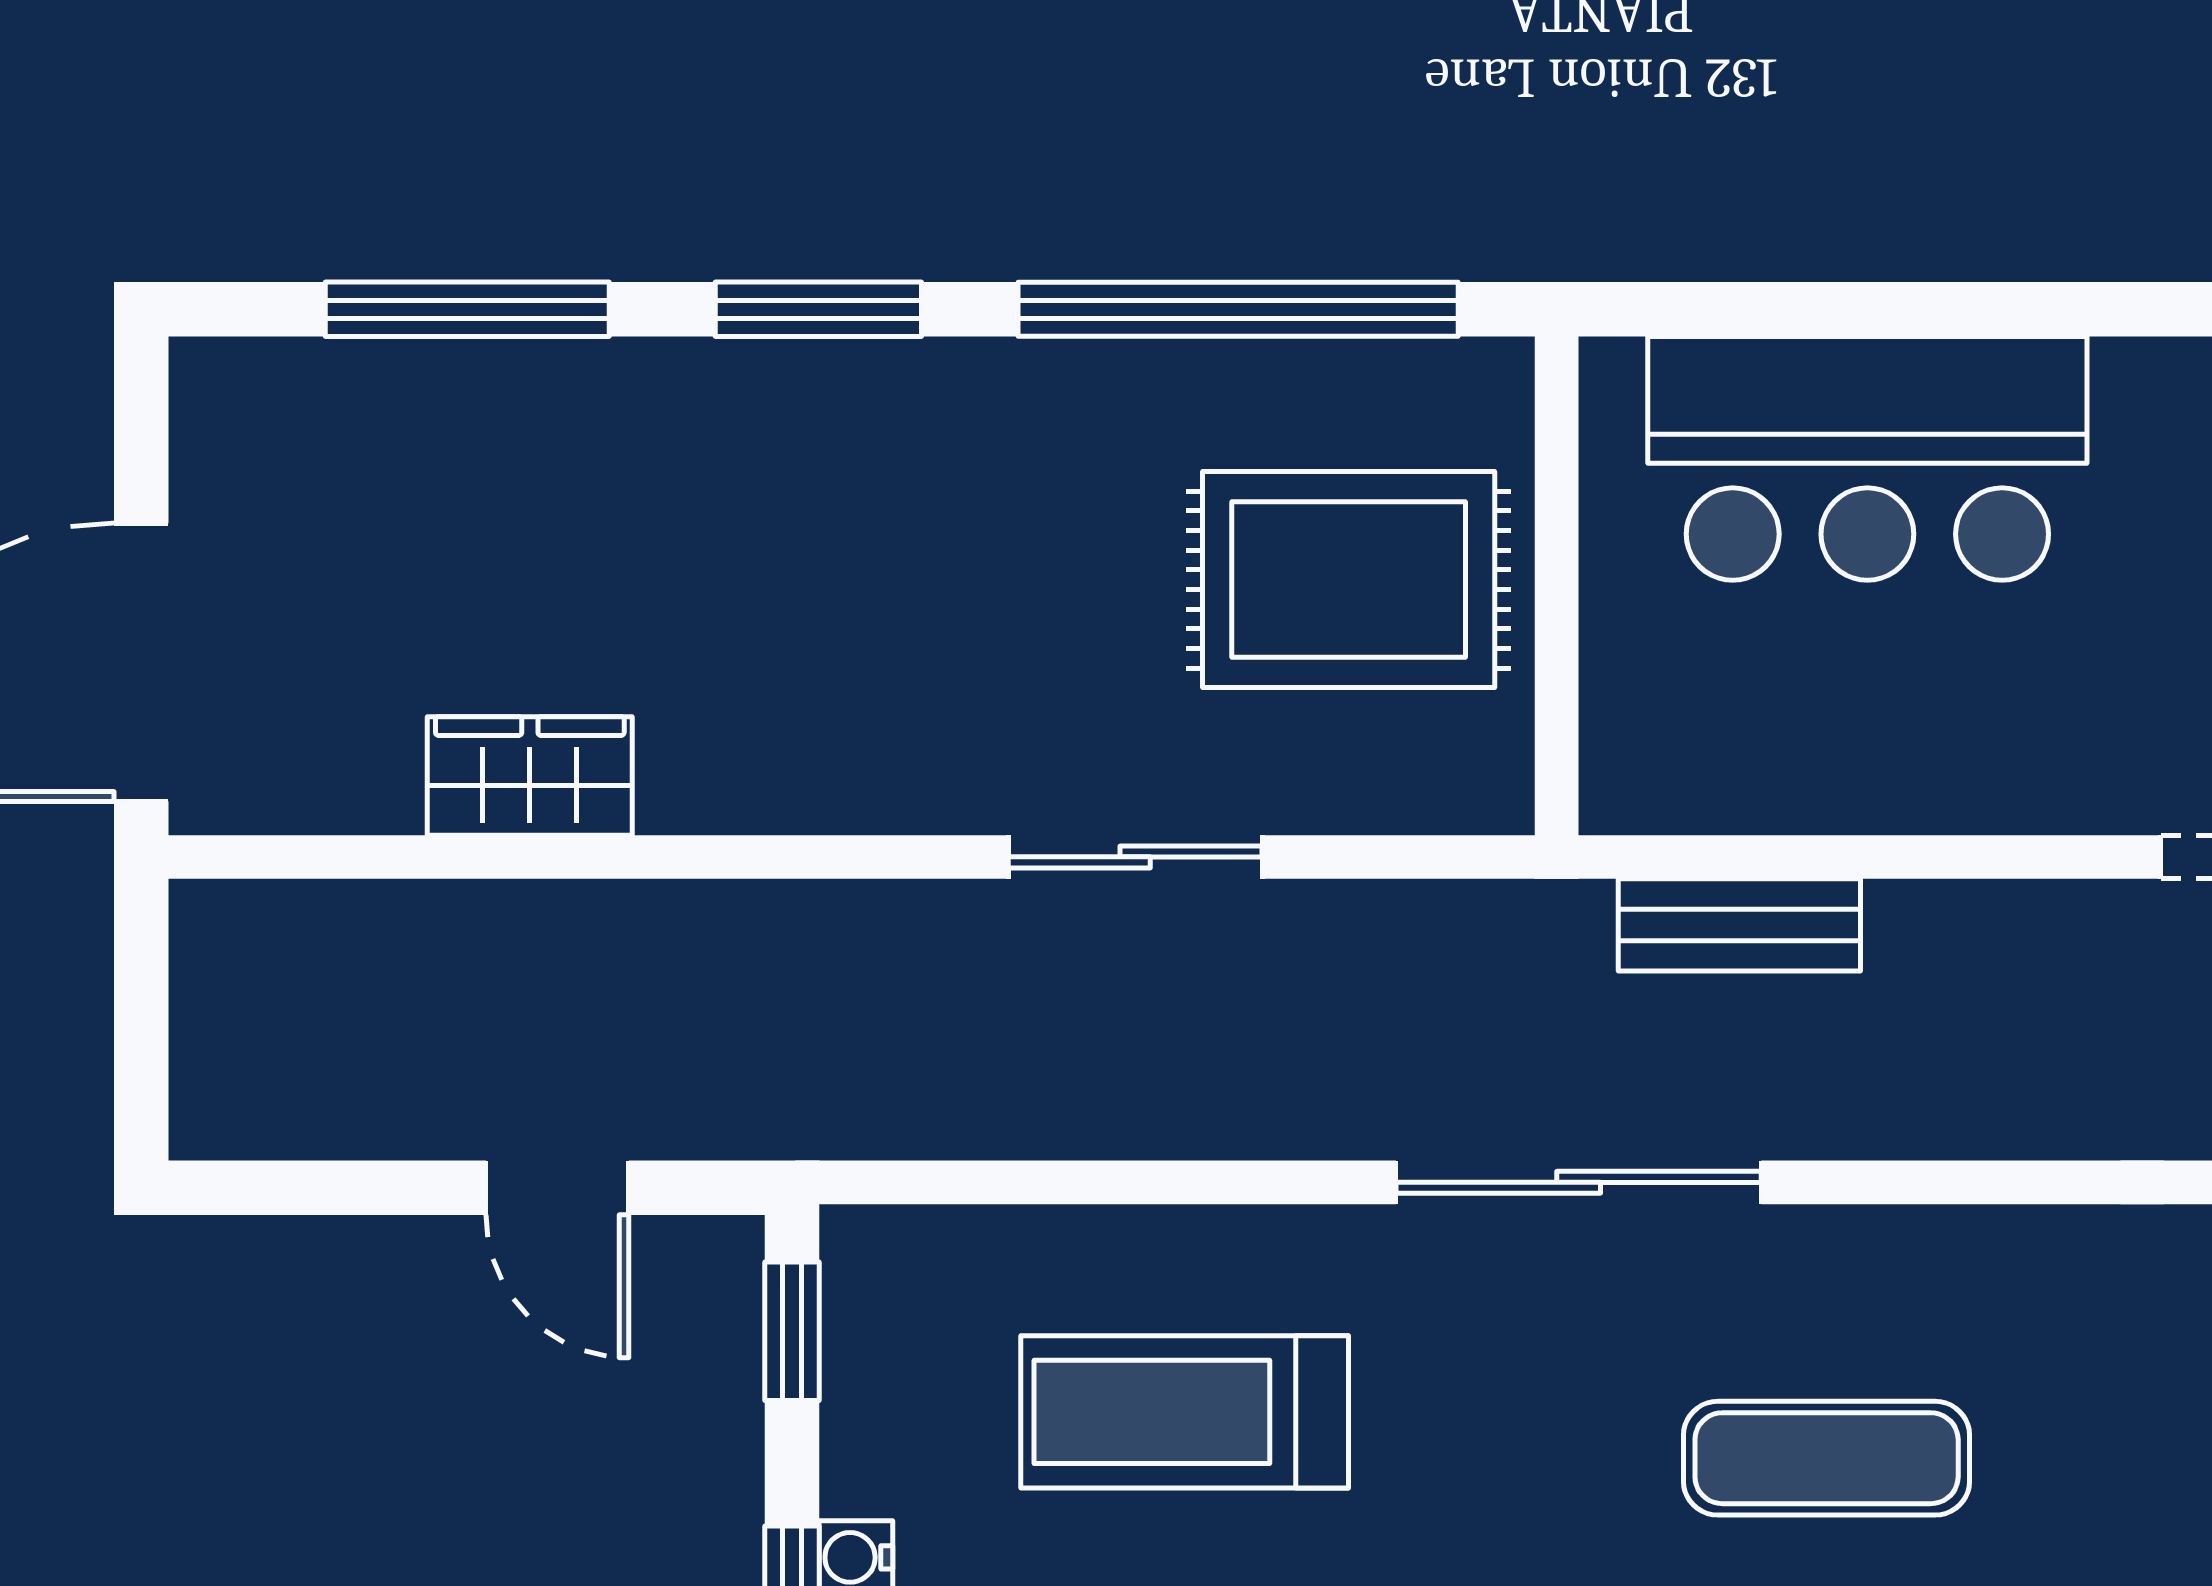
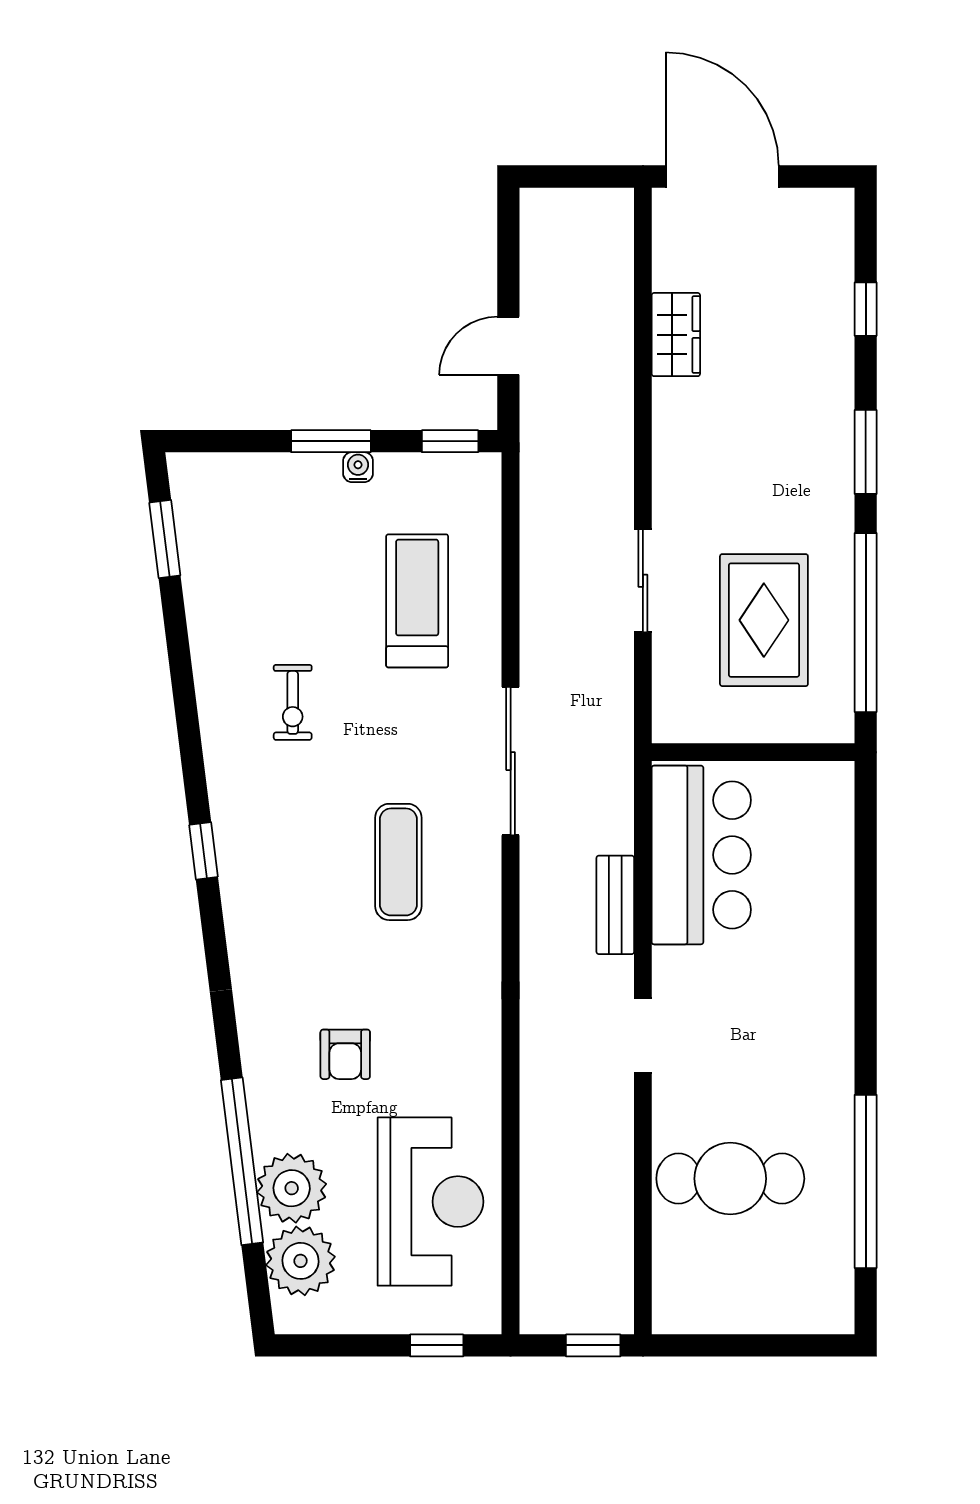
window: (467, 309) -> (866, 309), width x0.46
bar counter: (1867, 458) -> (701, 855), moved, turned 180
rug: (1349, 580) -> (764, 620), moved
bench: (1739, 925) -> (615, 905), moved

